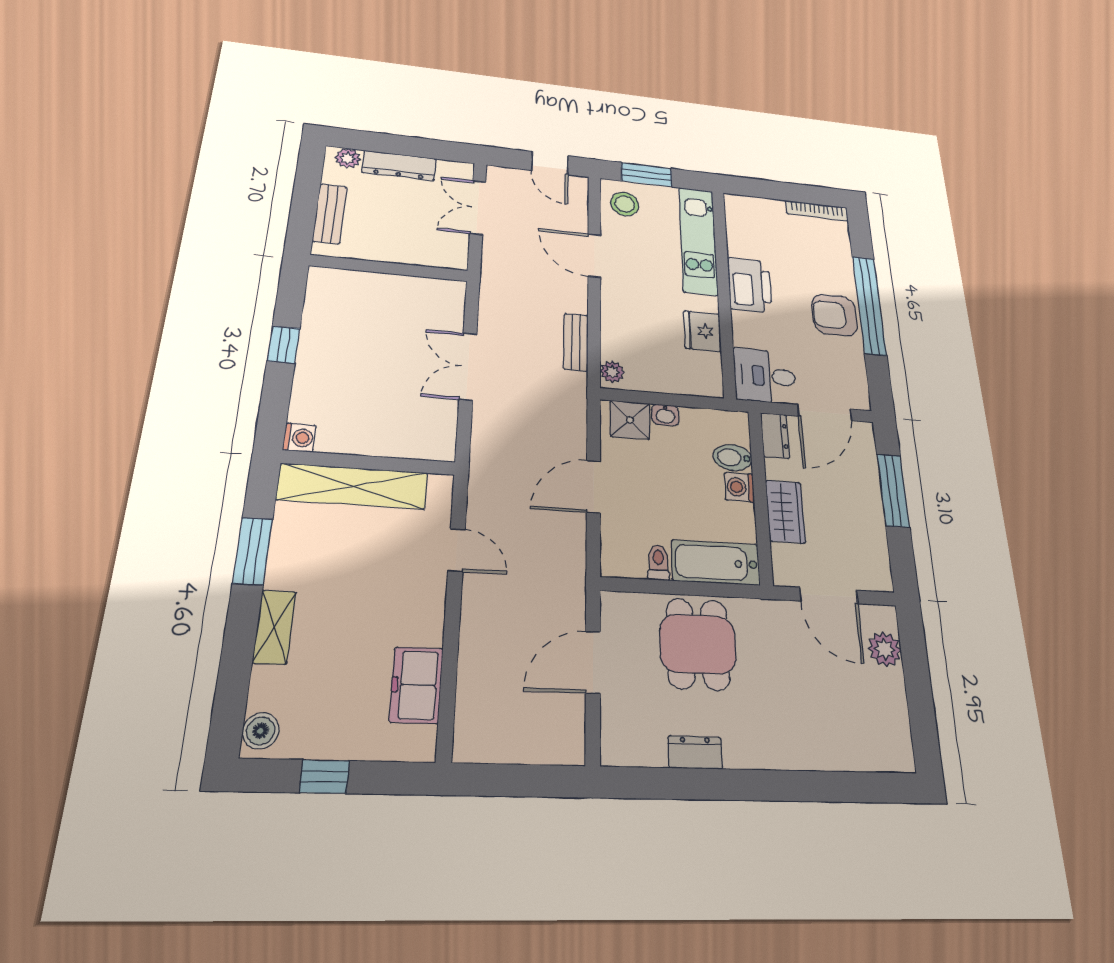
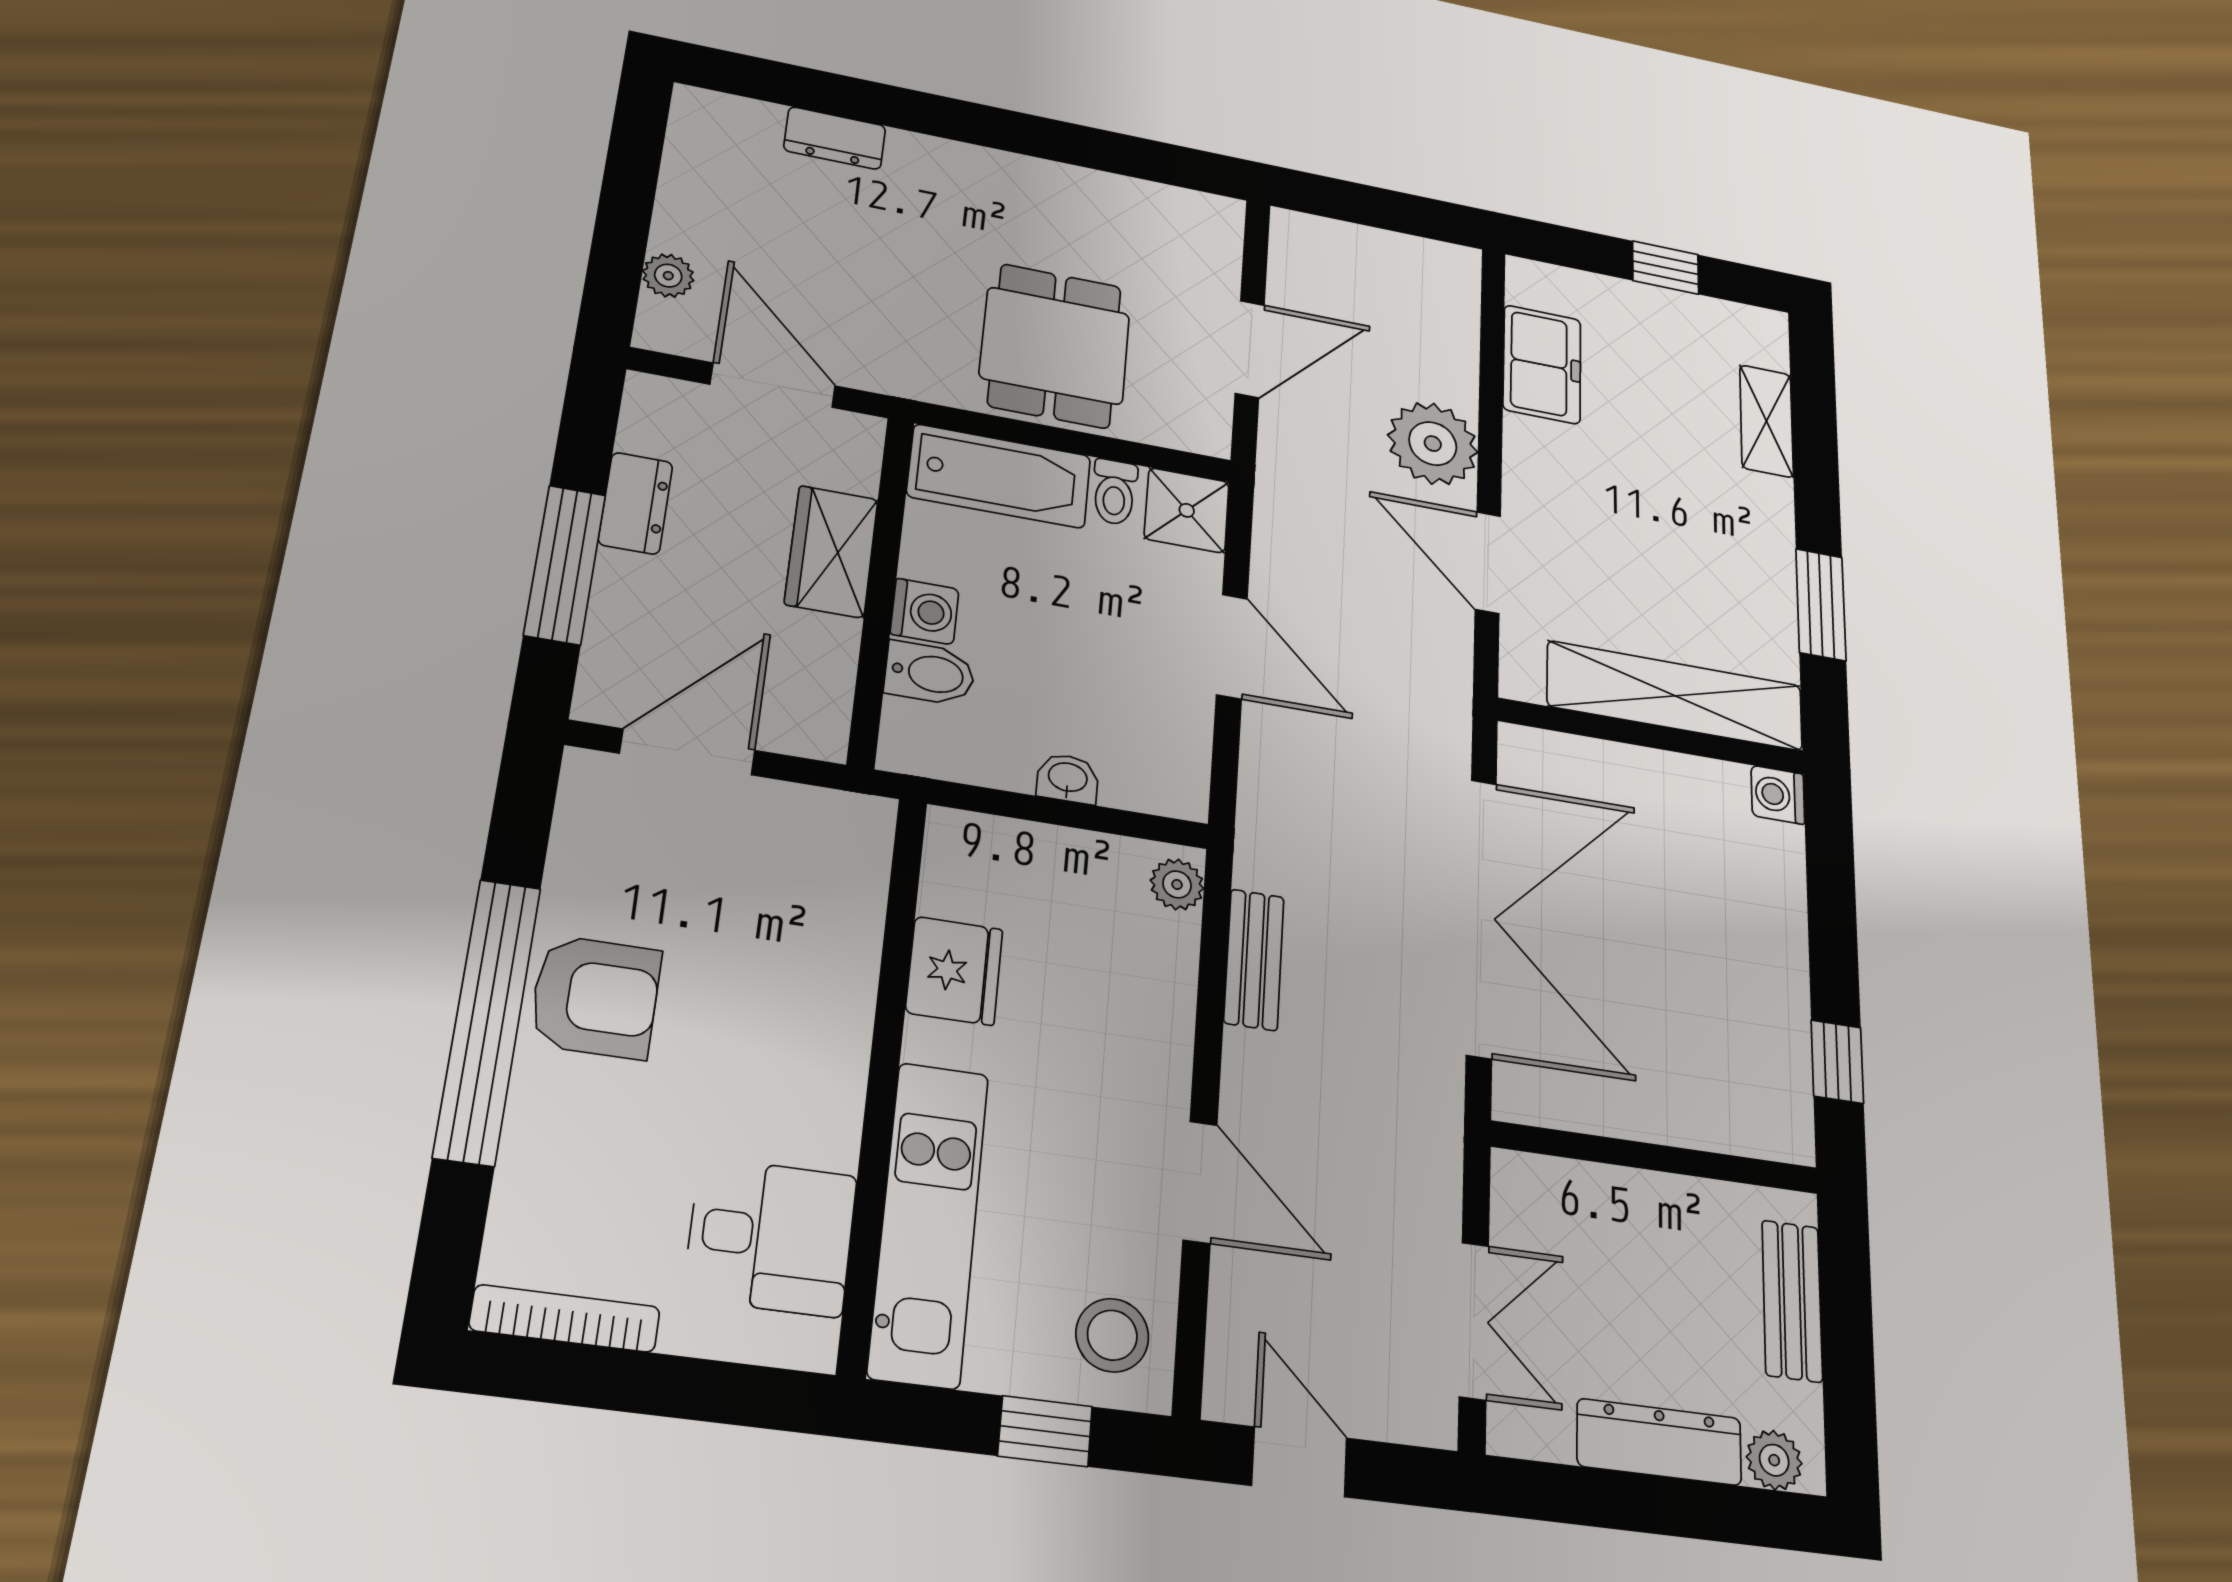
window: (647, 175) -> (1045, 1431), width x0.67
printer: (750, 285) -> (811, 1090), removed
window: (284, 345) -> (1837, 1062), moved
double door: (468, 366) -> (1481, 917), width x1.87
desk: (765, 376) -> (771, 1237), moved
shower: (630, 420) -> (1187, 510), moved
dresser: (775, 436) -> (636, 503), moved, turned 180
door: (593, 486) -> (1232, 647), hinge flipped
door: (457, 550) -> (1488, 563), width x1.38
plant: (486, 619) -> (1433, 444), added
shelving: (274, 627) -> (1766, 421), moved
plant: (885, 649) -> (668, 276), width x0.73, depth x0.73
boiler: (261, 731) -> (1764, 343), removed
dresser: (695, 752) -> (835, 138), moved

